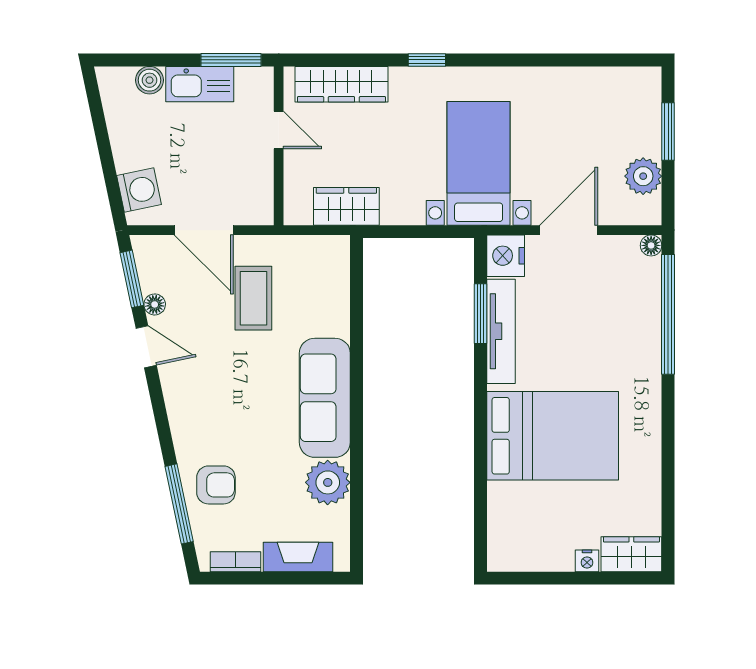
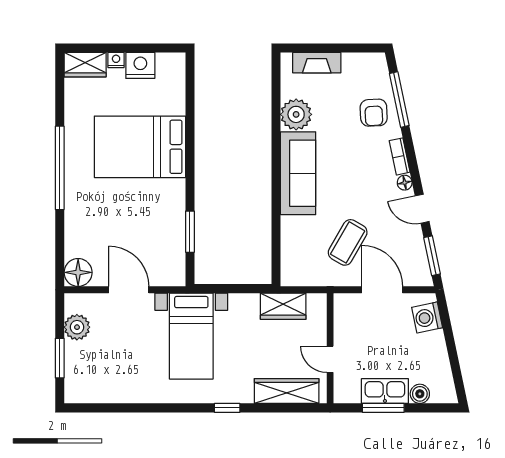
window: (231, 60) -> (383, 408), moved
door: (569, 230) -> (129, 290), swing flipped
floor lamp: (651, 245) -> (78, 272), width x1.89, depth x1.89
nightstand: (506, 256) -> (140, 65), moved, turned -90
coffee table: (253, 298) -> (348, 242), turned 30
floor lamp: (155, 304) -> (405, 183), moved
window: (668, 314) -> (60, 168), moved
tv unit: (501, 331) -> (176, 219), removed
armchair: (216, 485) -> (374, 113), turned -93
bookcase: (236, 562) -> (400, 156), moved, turned 78

